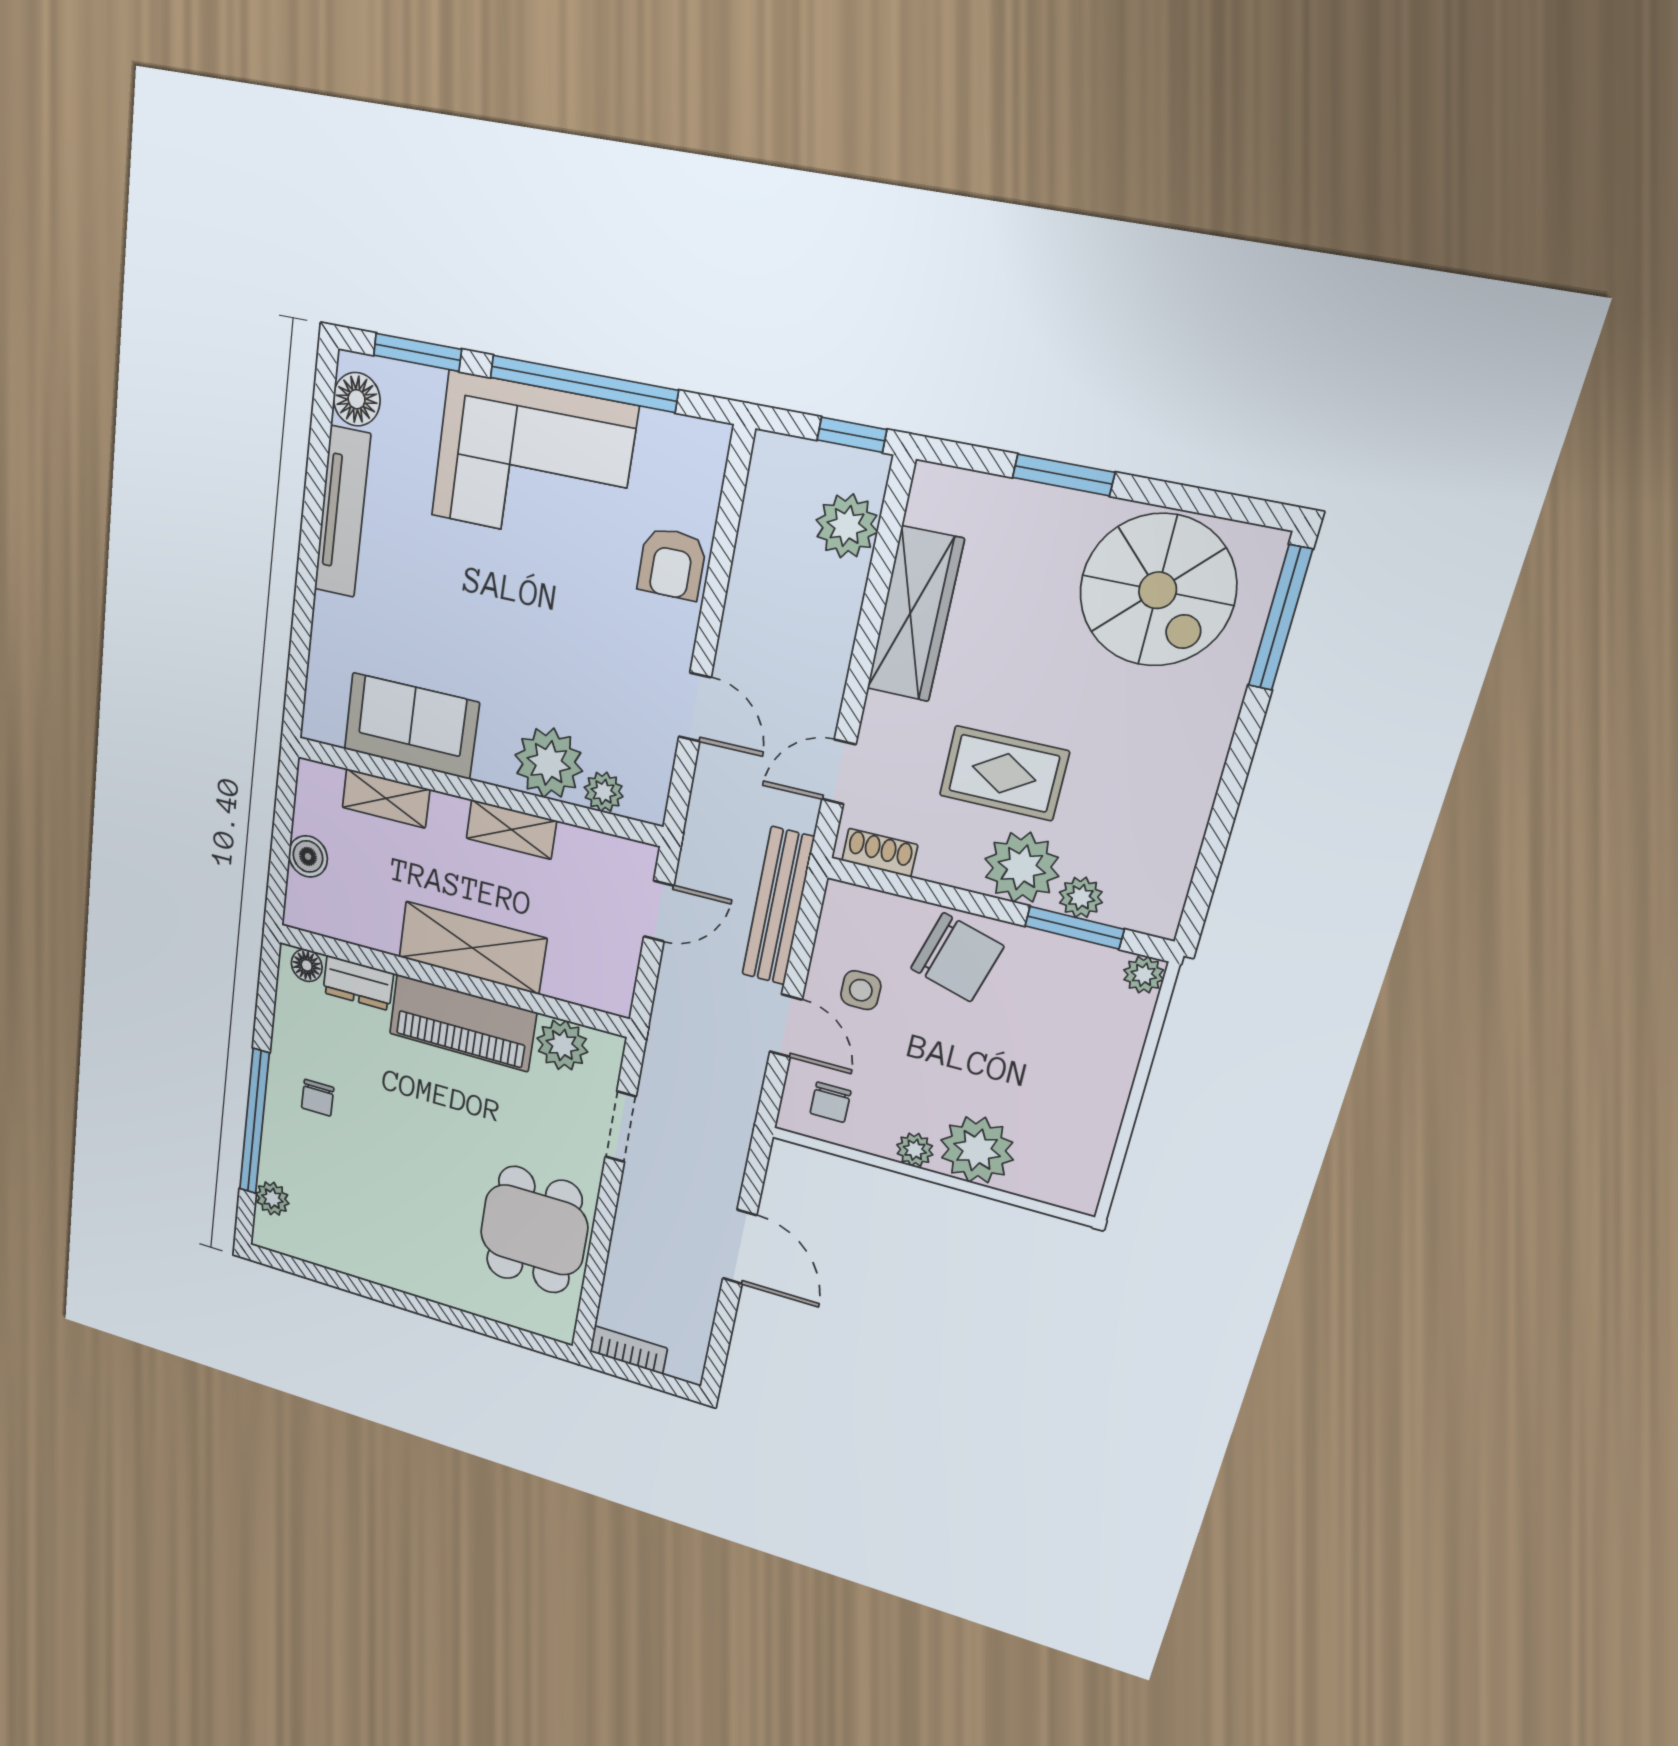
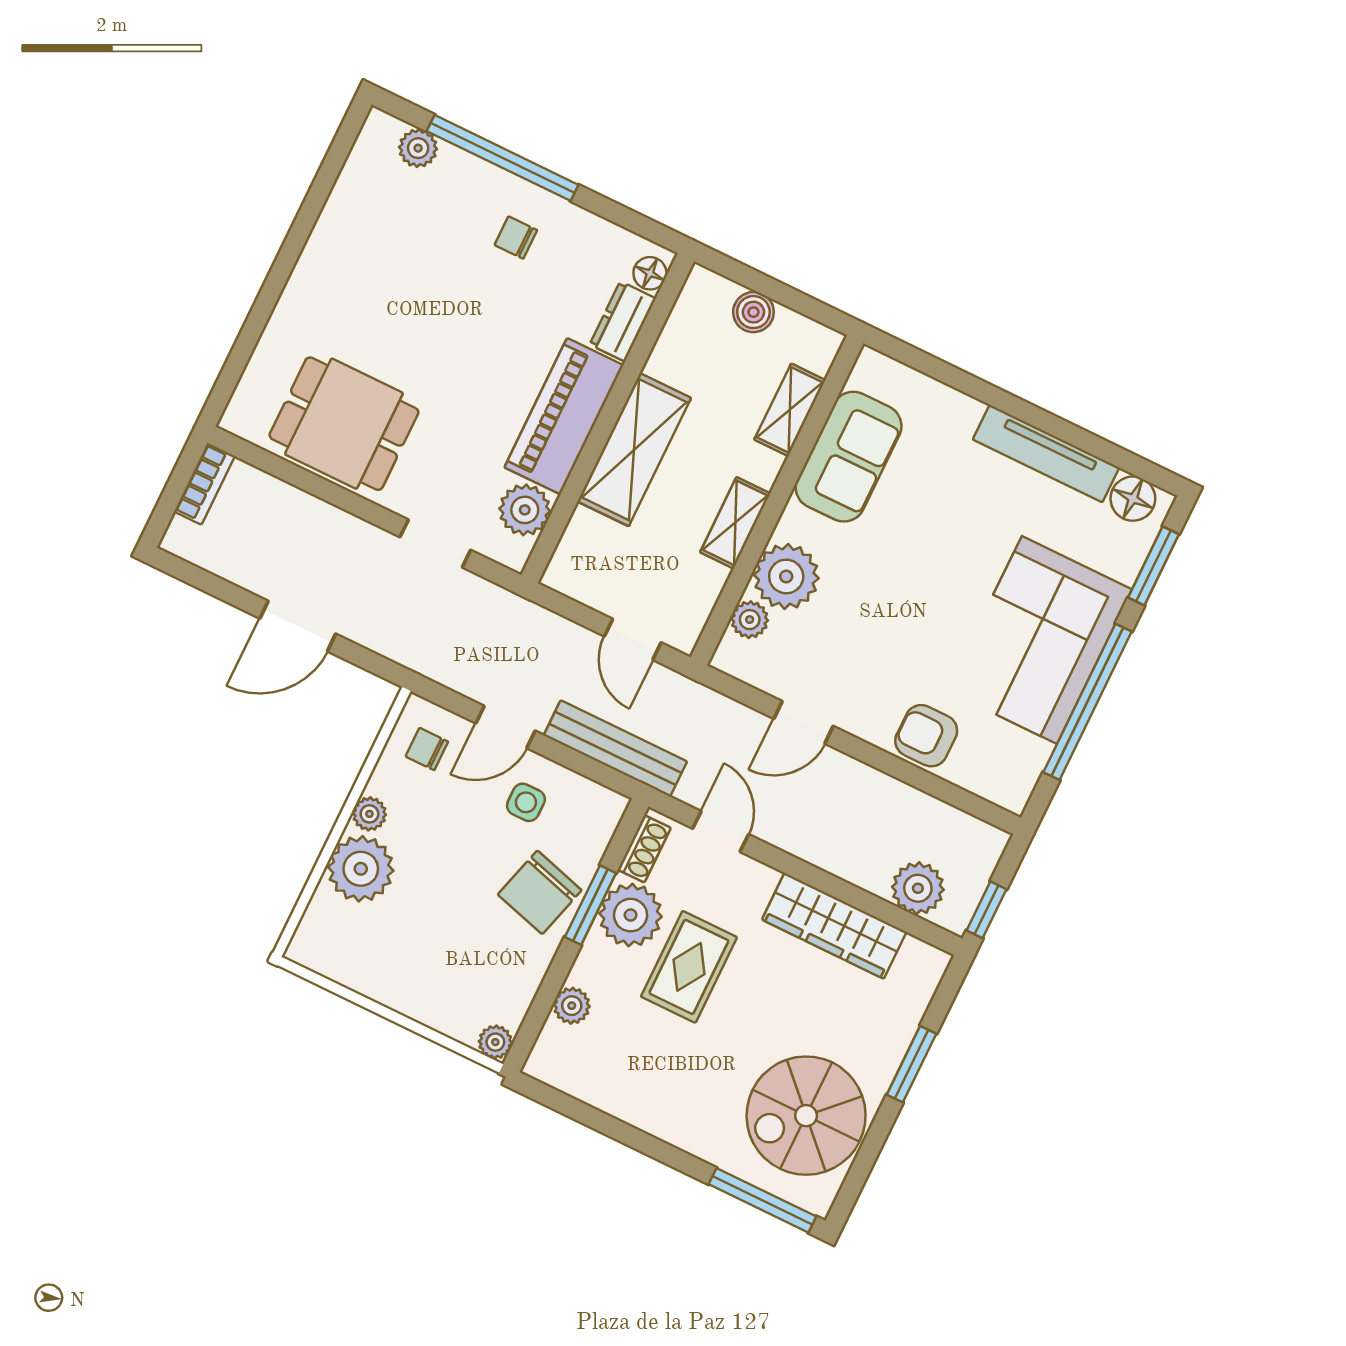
plant: (1022, 867) -> (631, 915), moved
window: (1074, 928) -> (590, 905), moved

